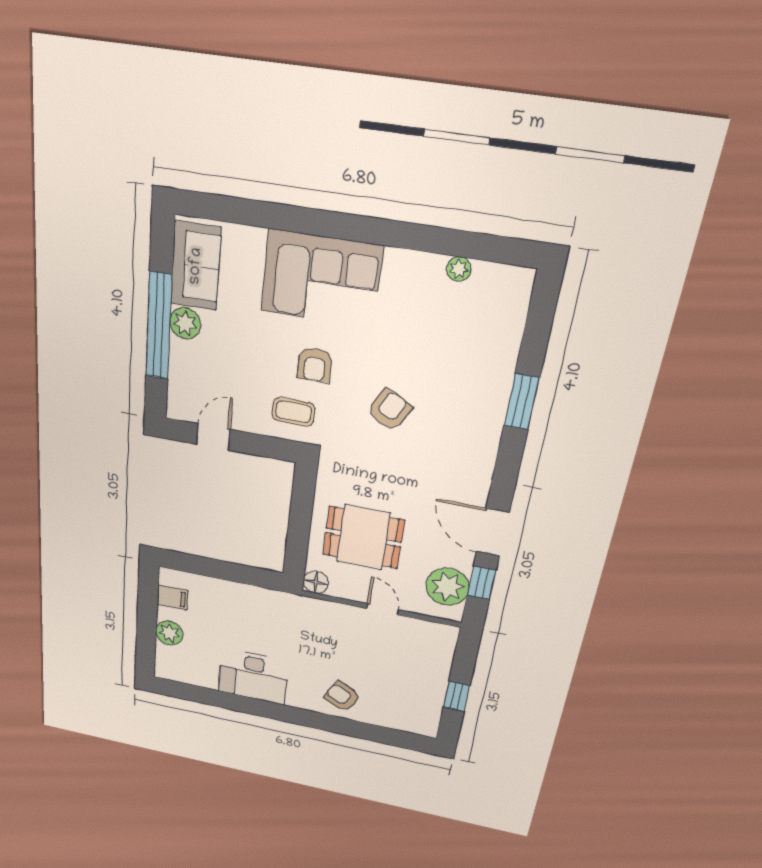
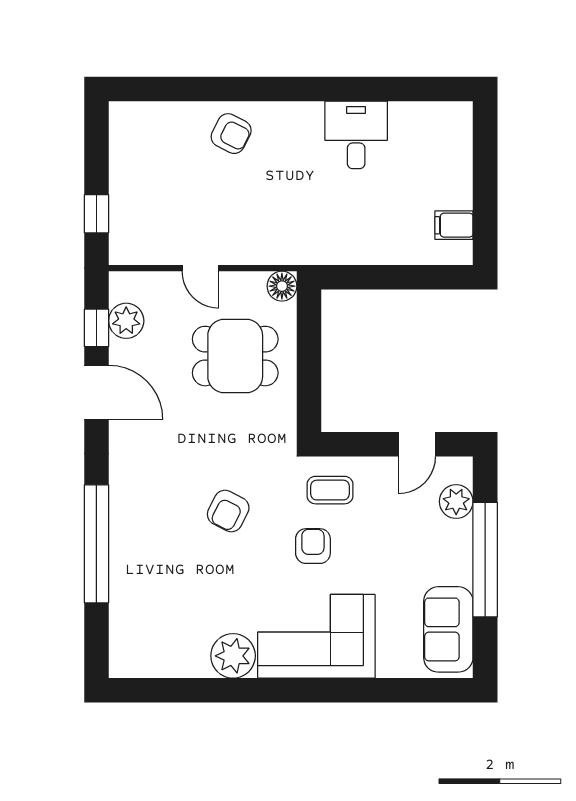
plant: (459, 269) -> (233, 656), moved, width x1.88, depth x1.88
plant: (185, 323) -> (456, 502), moved
window: (522, 402) -> (96, 544), width x2.11
plant: (447, 587) -> (126, 321), width x0.73, depth x0.73
plant: (169, 633) -> (456, 173), removed
desk: (253, 676) -> (356, 135), width x0.73
window: (457, 696) -> (96, 214), moved

